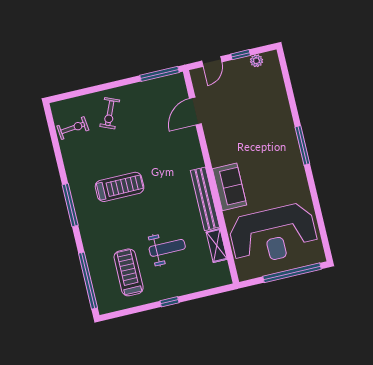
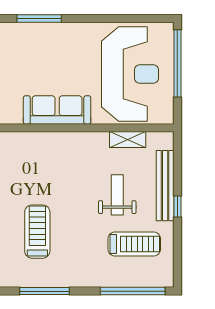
sofa: (229, 187) -> (57, 110), width x1.36
bench: (205, 199) -> (165, 186), moved, turned 90
treadmill: (129, 272) -> (134, 244), turned 180

